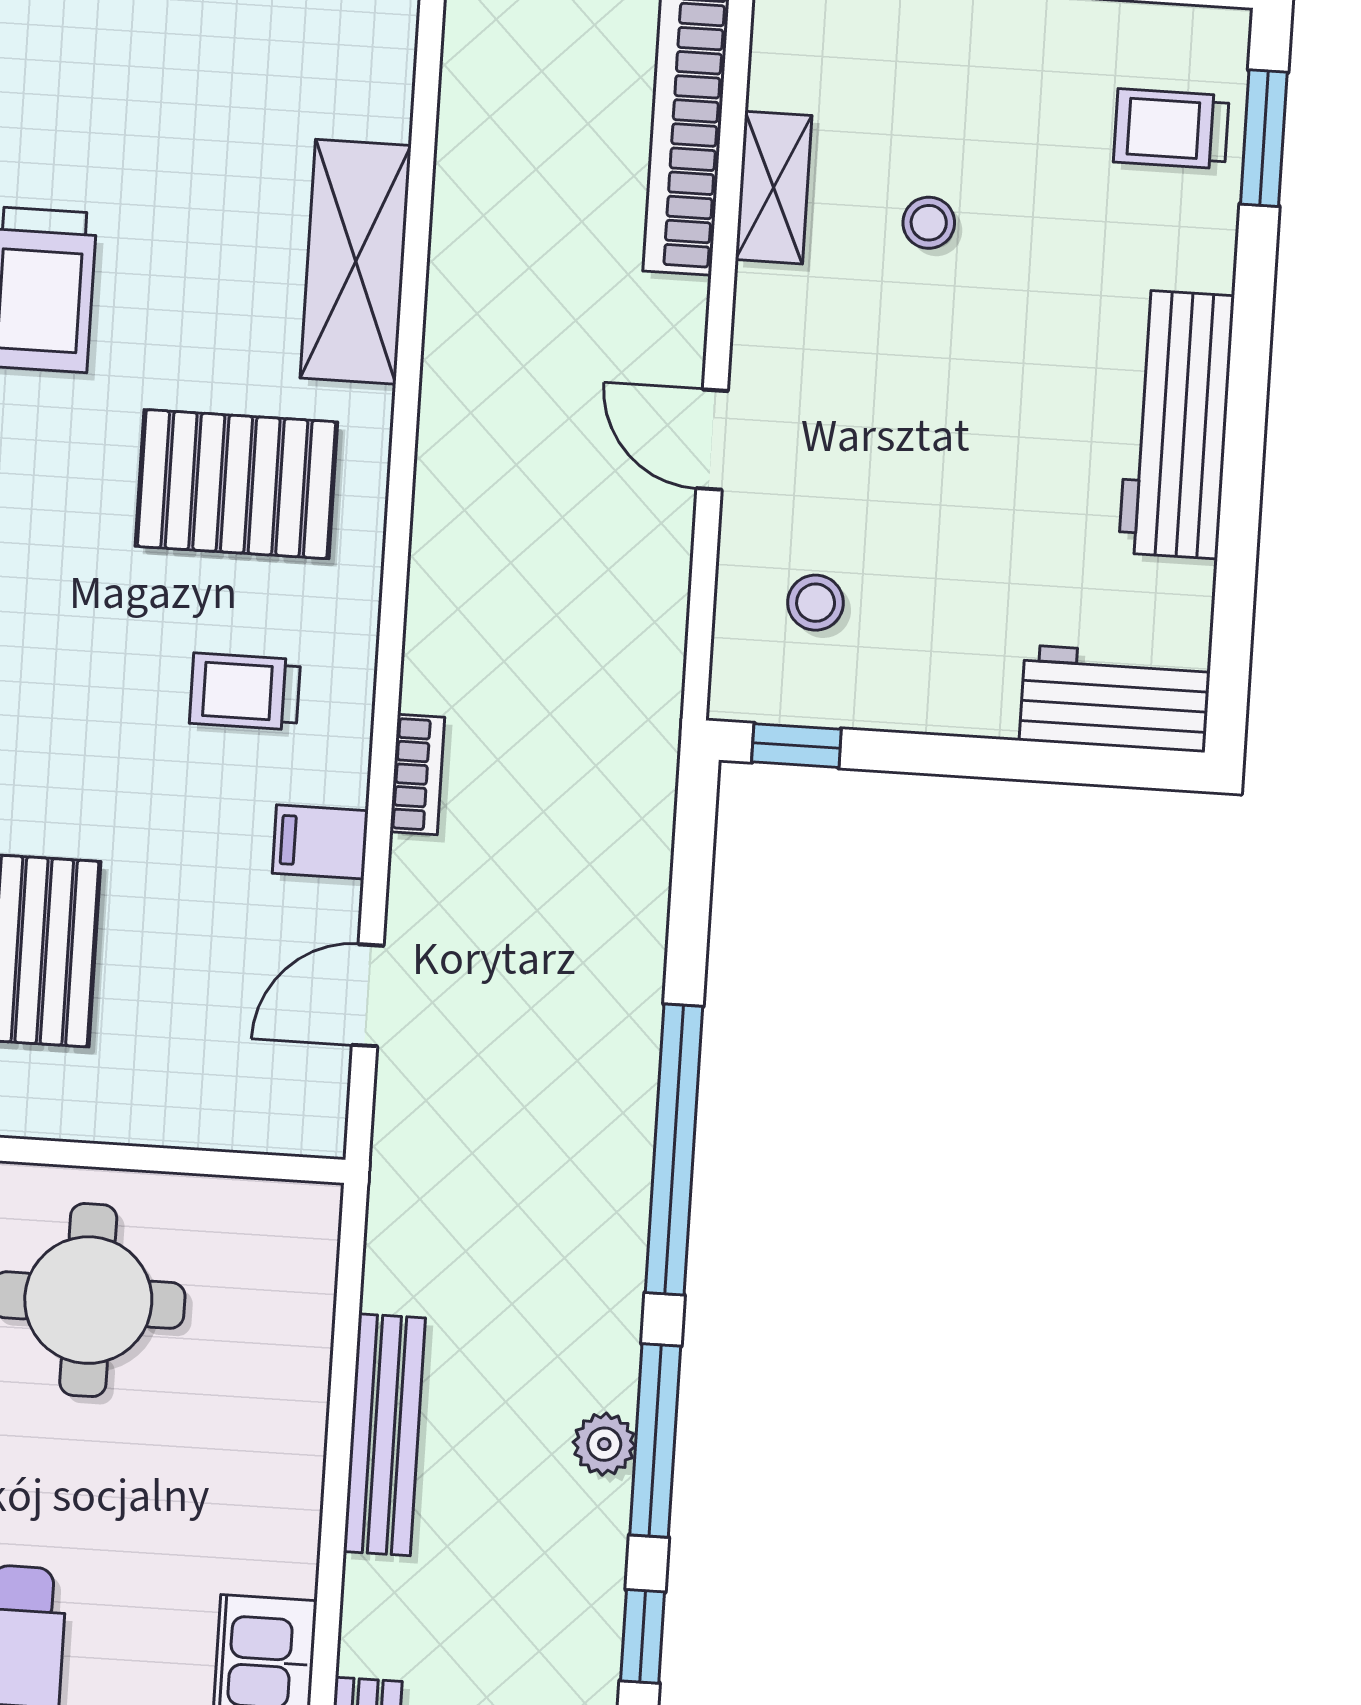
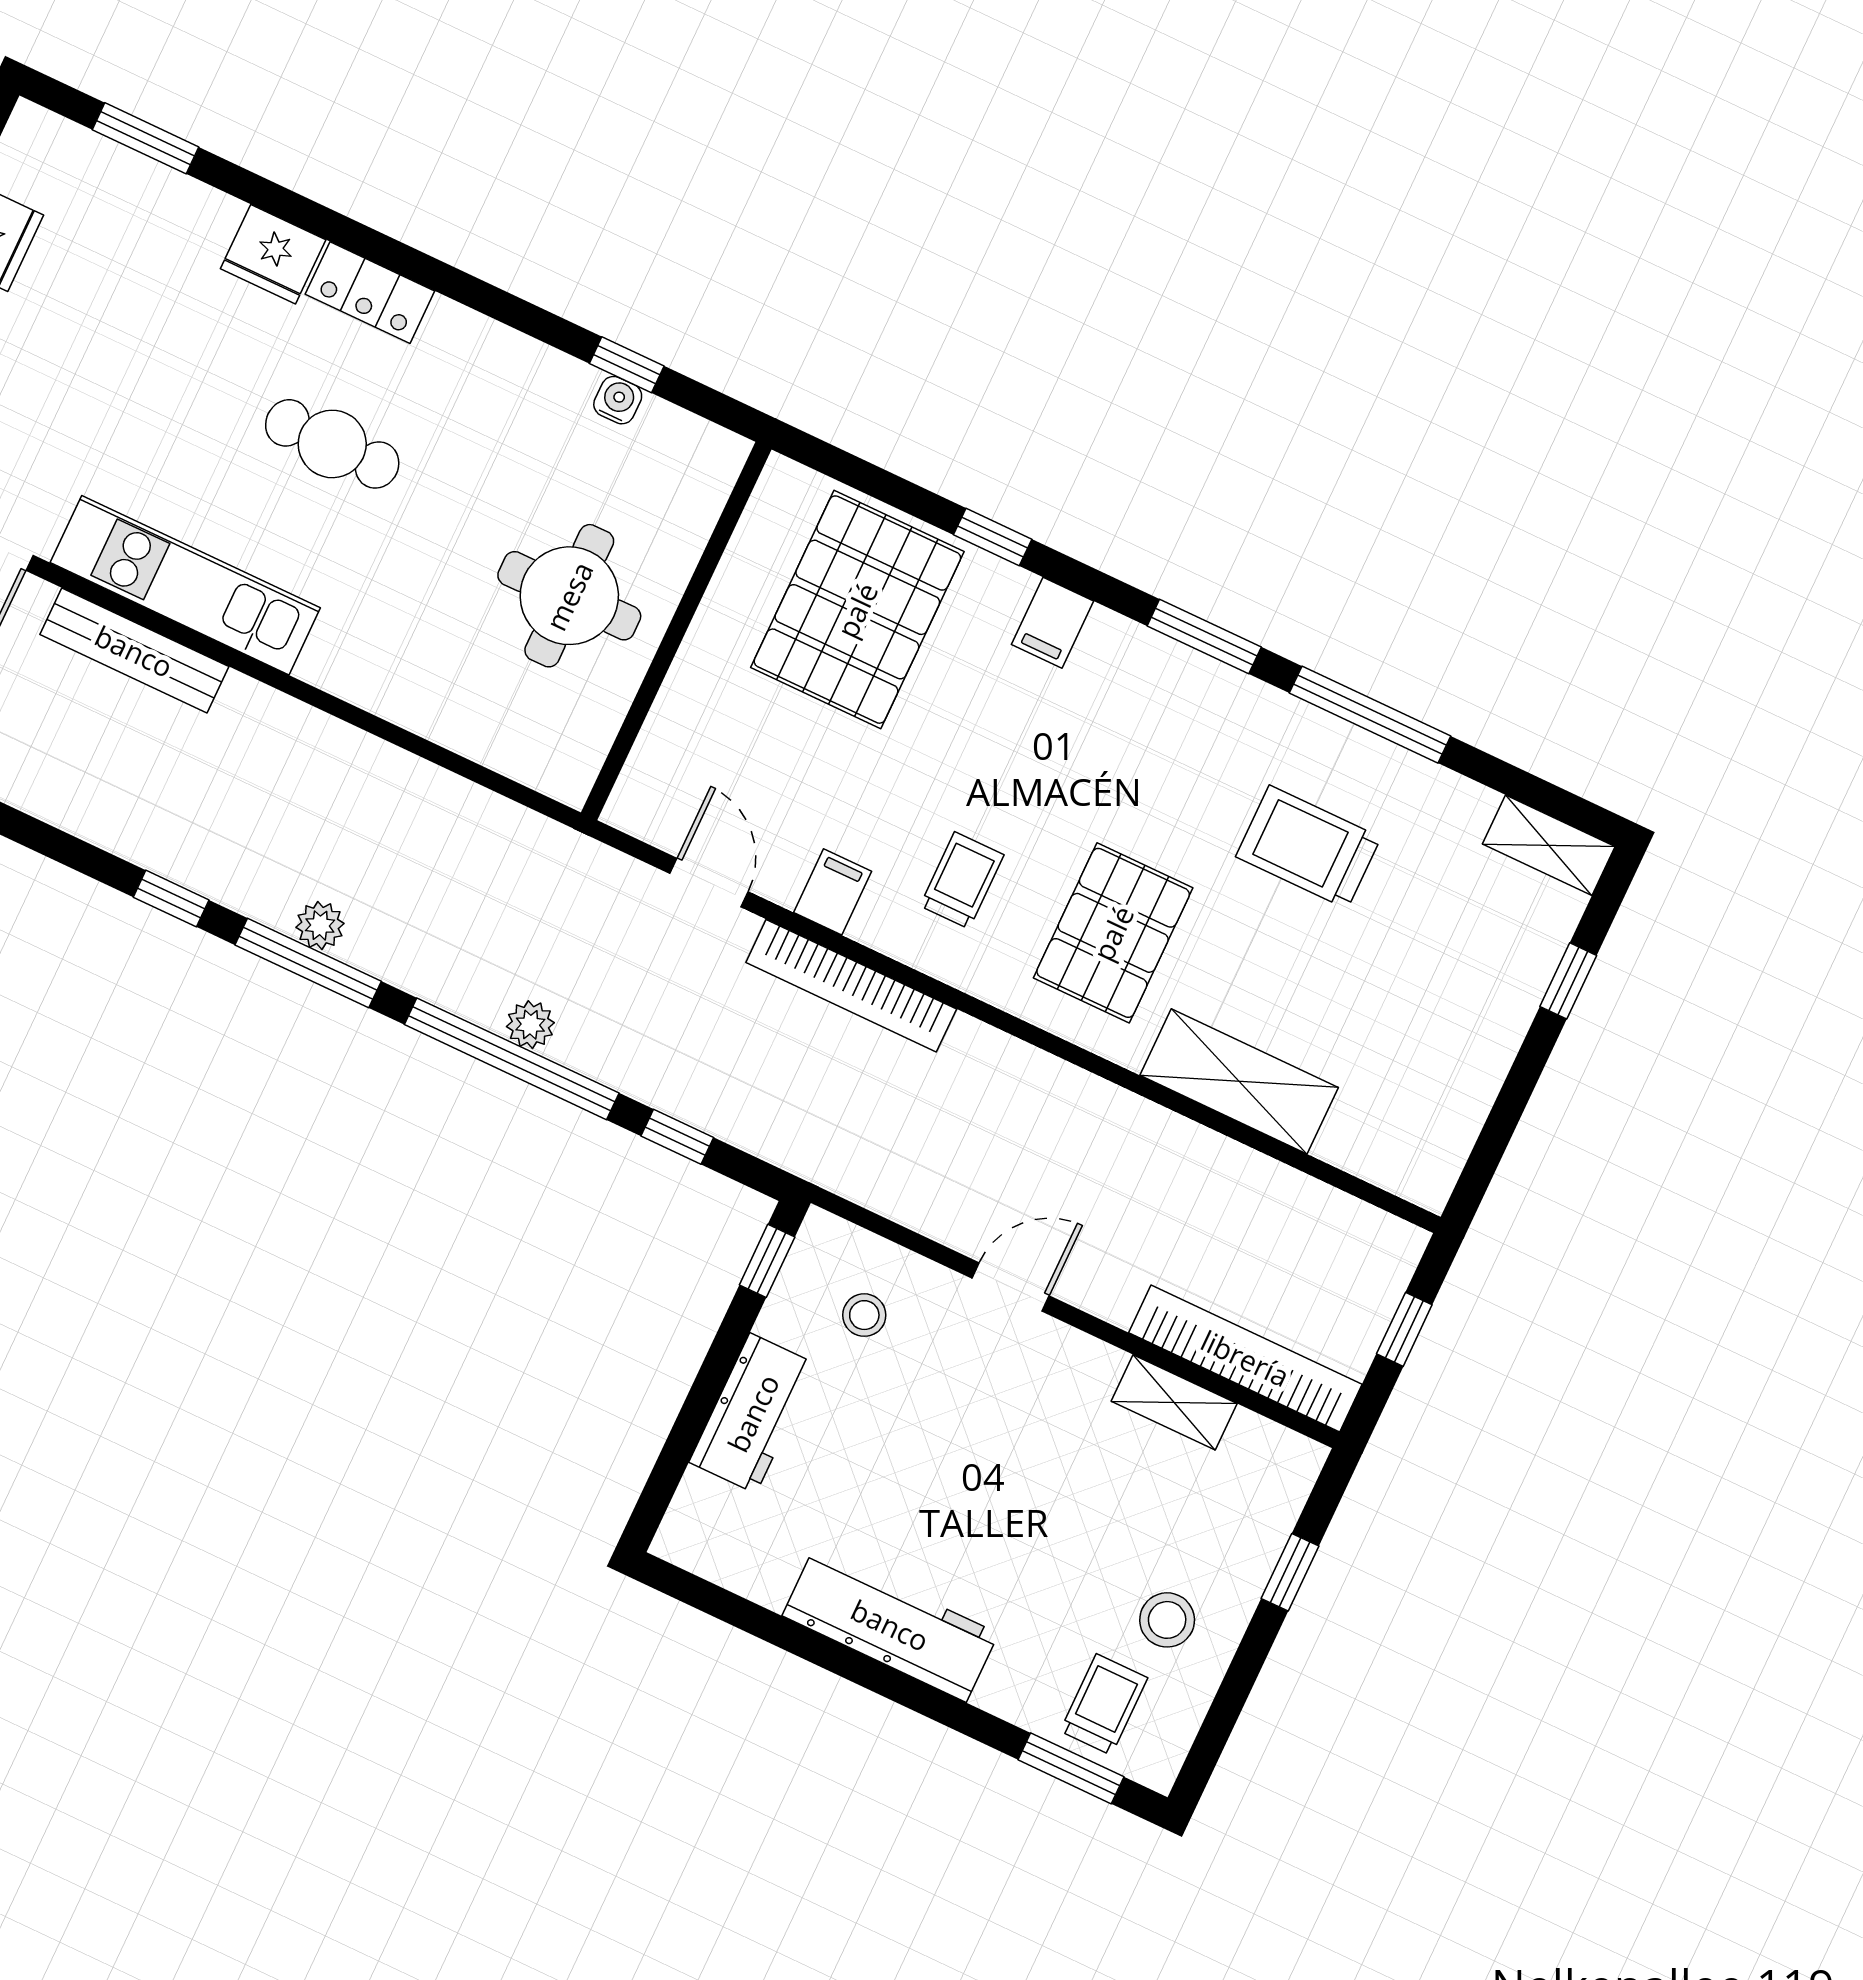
stool: (929, 223) -> (1167, 1620), moved, width x1.37, depth x1.37
workbench: (1115, 699) -> (753, 1413), moved
bookcase: (417, 774) -> (851, 986), width x2.31, depth x1.31
window: (689, 913) -> (677, 1137), added
plant: (624, 1143) -> (530, 1025), added
bench: (384, 1435) -> (389, 770), removed

